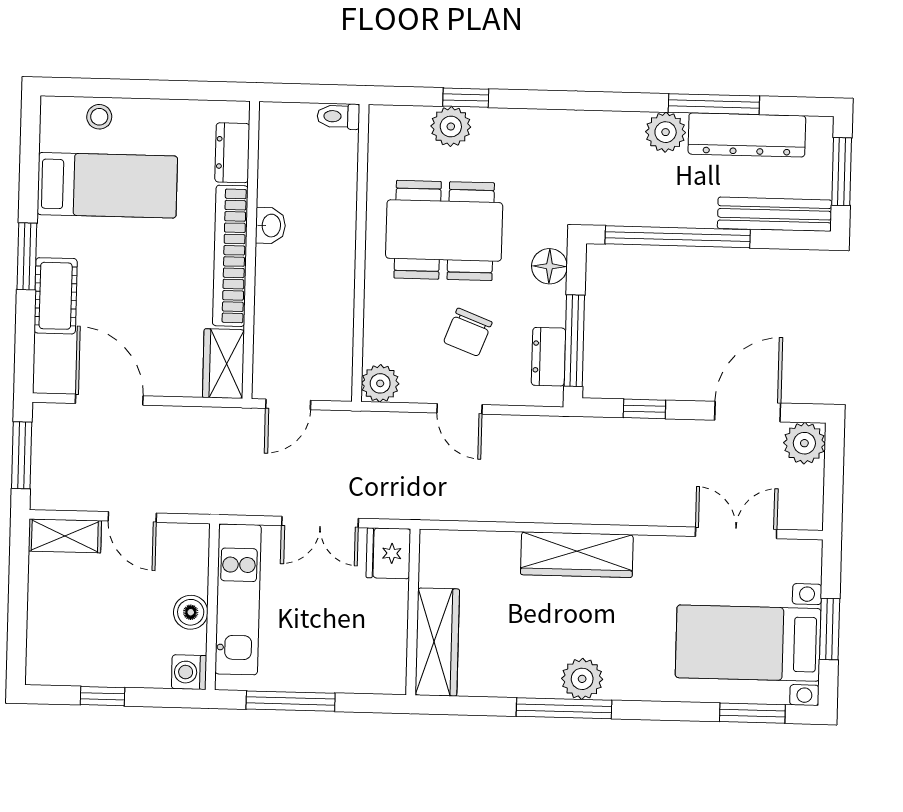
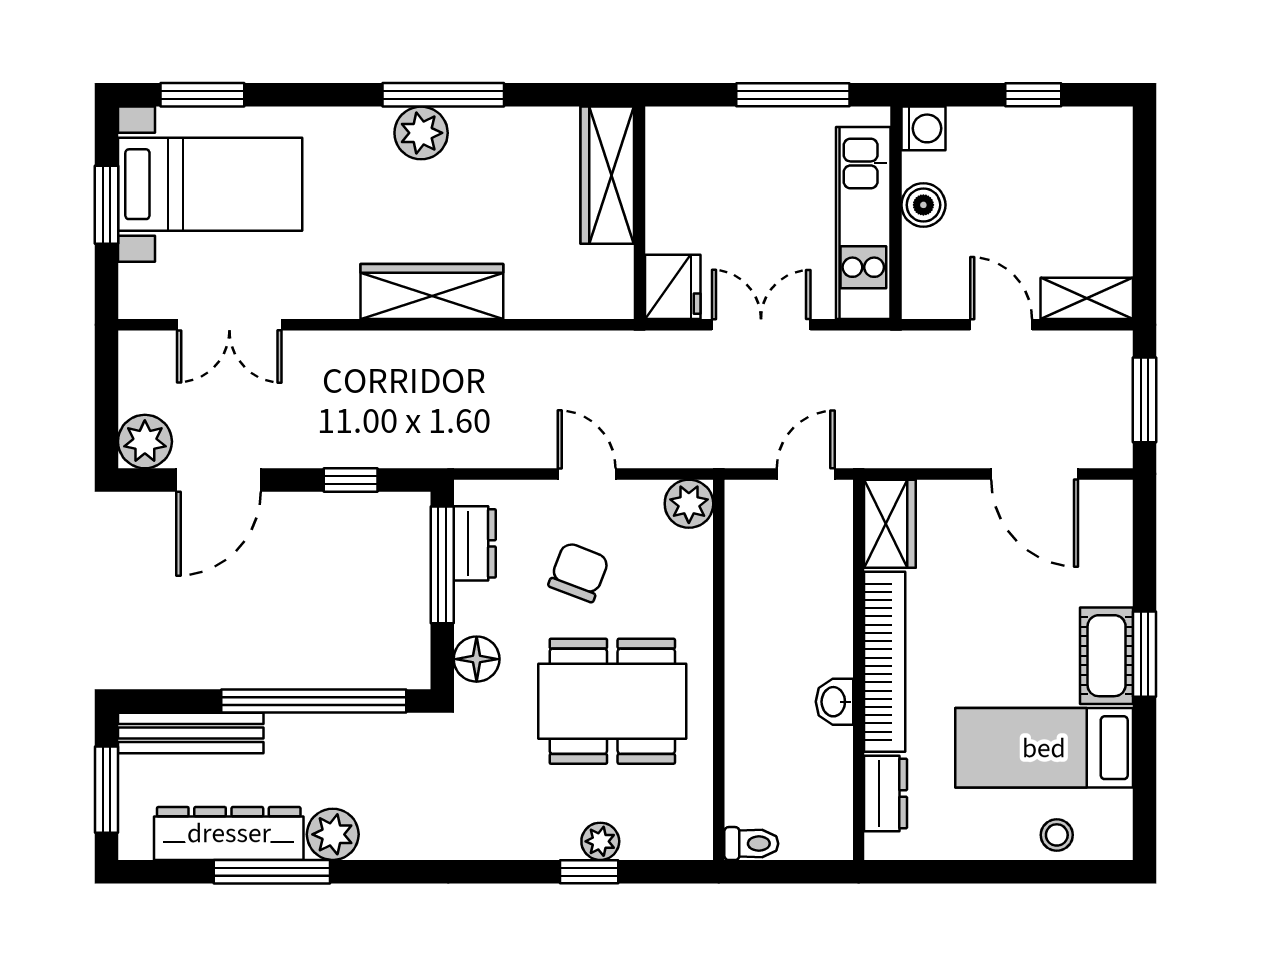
plant: (451, 127) -> (600, 841), width x0.73, depth x0.73
cot: (56, 296) -> (1107, 656), moved

